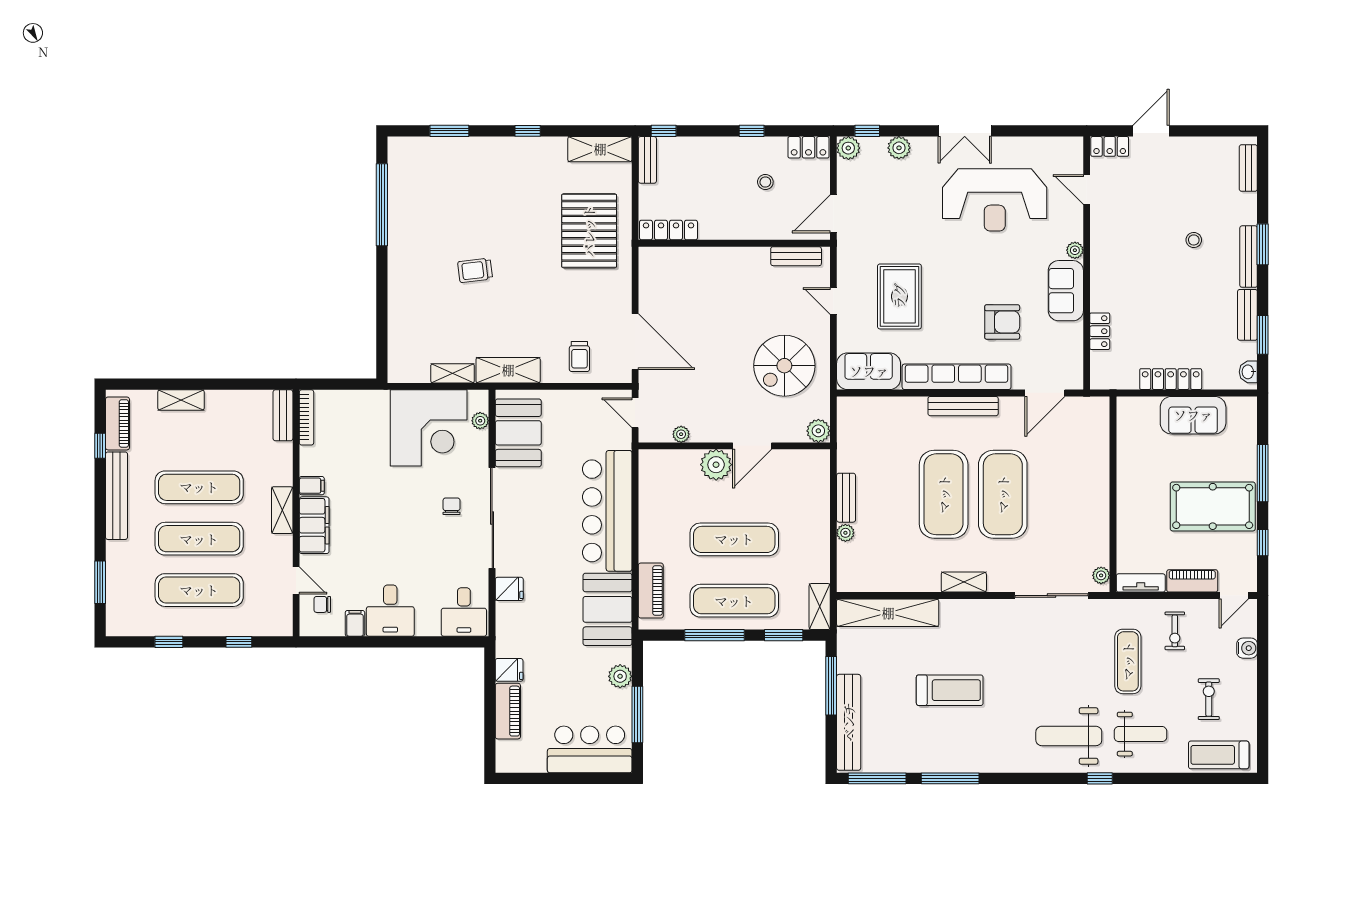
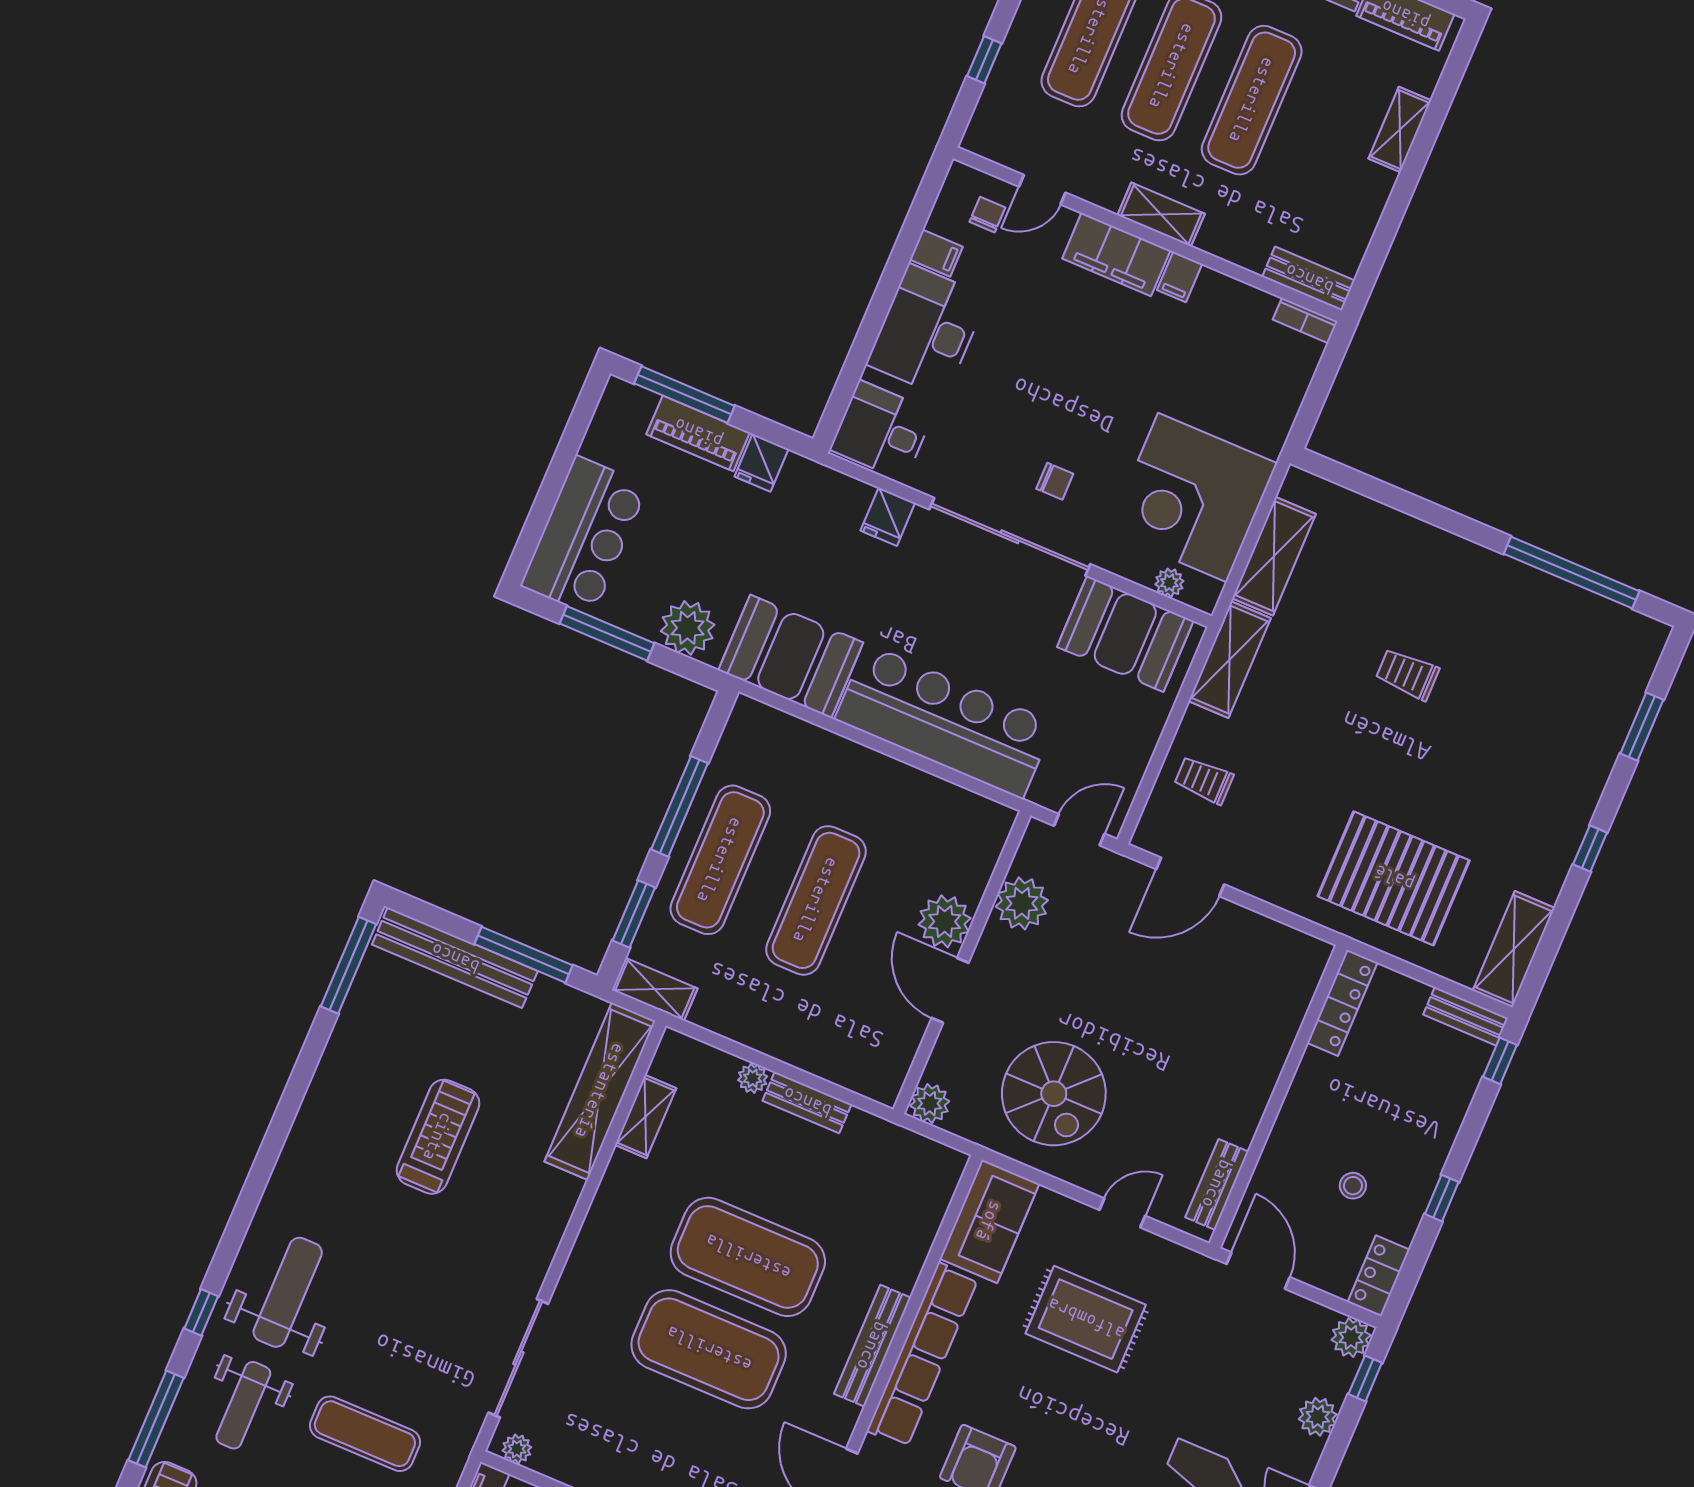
trolley: (475, 270) -> (1407, 674), turned -83
door: (635, 342) -> (1190, 877), width x0.73
spiral stairs: (784, 366) -> (1054, 1094), turned 180
shelving: (453, 373) -> (1274, 556), width x1.50, depth x1.33
bookcase: (306, 417) -> (1305, 320), width x0.64
plant: (681, 434) -> (1022, 903), width x1.88, depth x1.88
shelving: (964, 582) -> (646, 1117), moved
piano: (651, 591) -> (791, 736), removed
desk: (390, 611) -> (927, 330), width x1.37
plant: (620, 676) -> (688, 628), width x1.36, depth x1.36
treadmill: (950, 690) -> (438, 1137), turned 180
window: (490, 727) -> (684, 395), added
window: (950, 778) -> (156, 1419), moved

